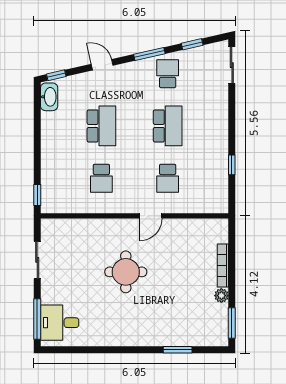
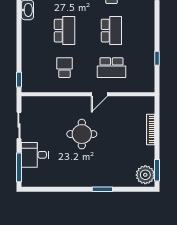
school desk: (101, 178) -> (64, 68), turned 180
school desk: (168, 178) -> (111, 68), width x1.85
plant: (221, 296) -> (145, 175), moved, width x1.88, depth x1.88
desk: (60, 323) -> (35, 155), moved
window: (178, 350) -> (102, 189), moved

